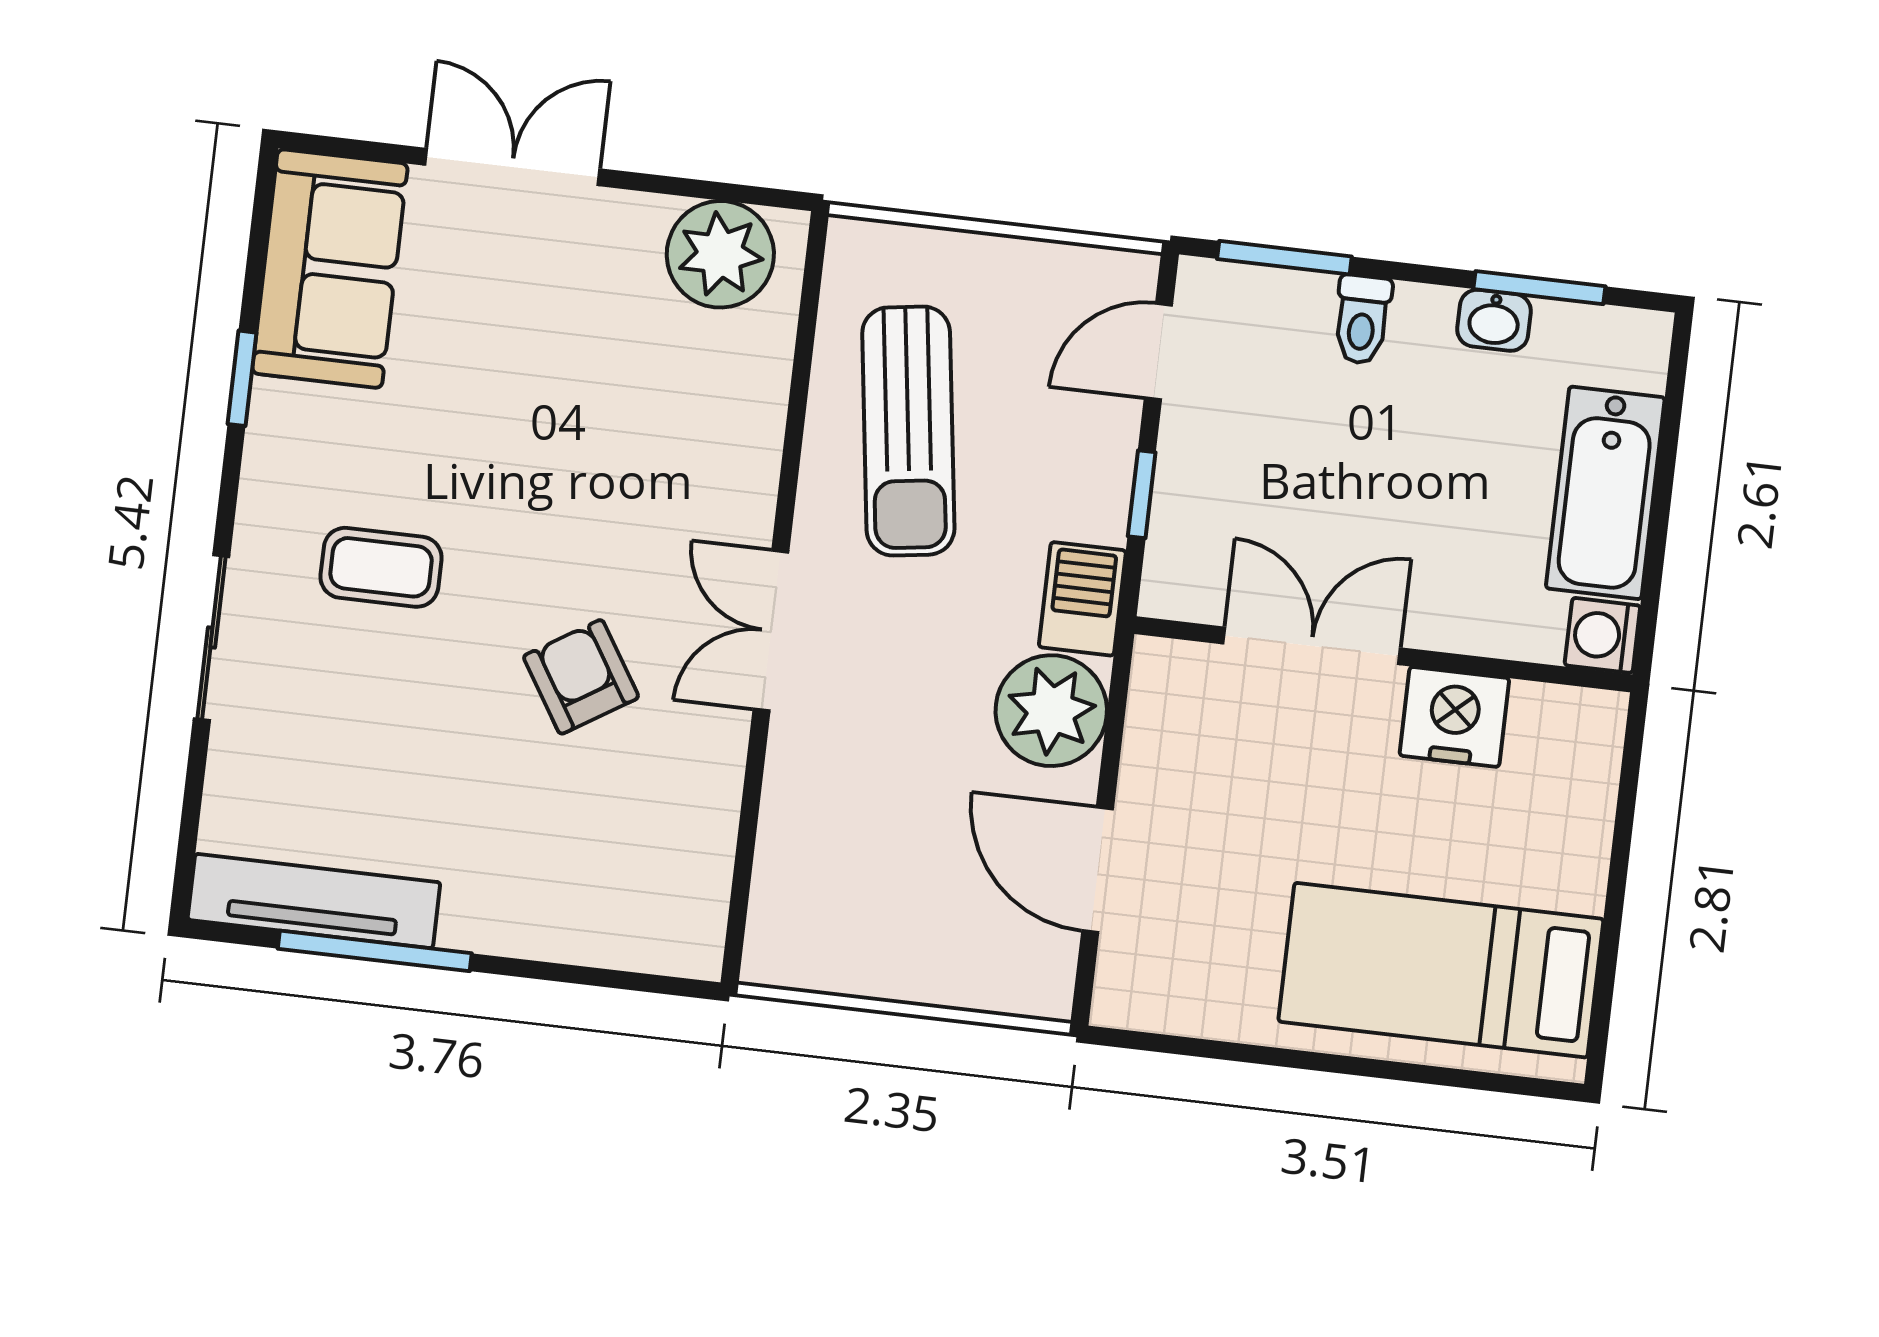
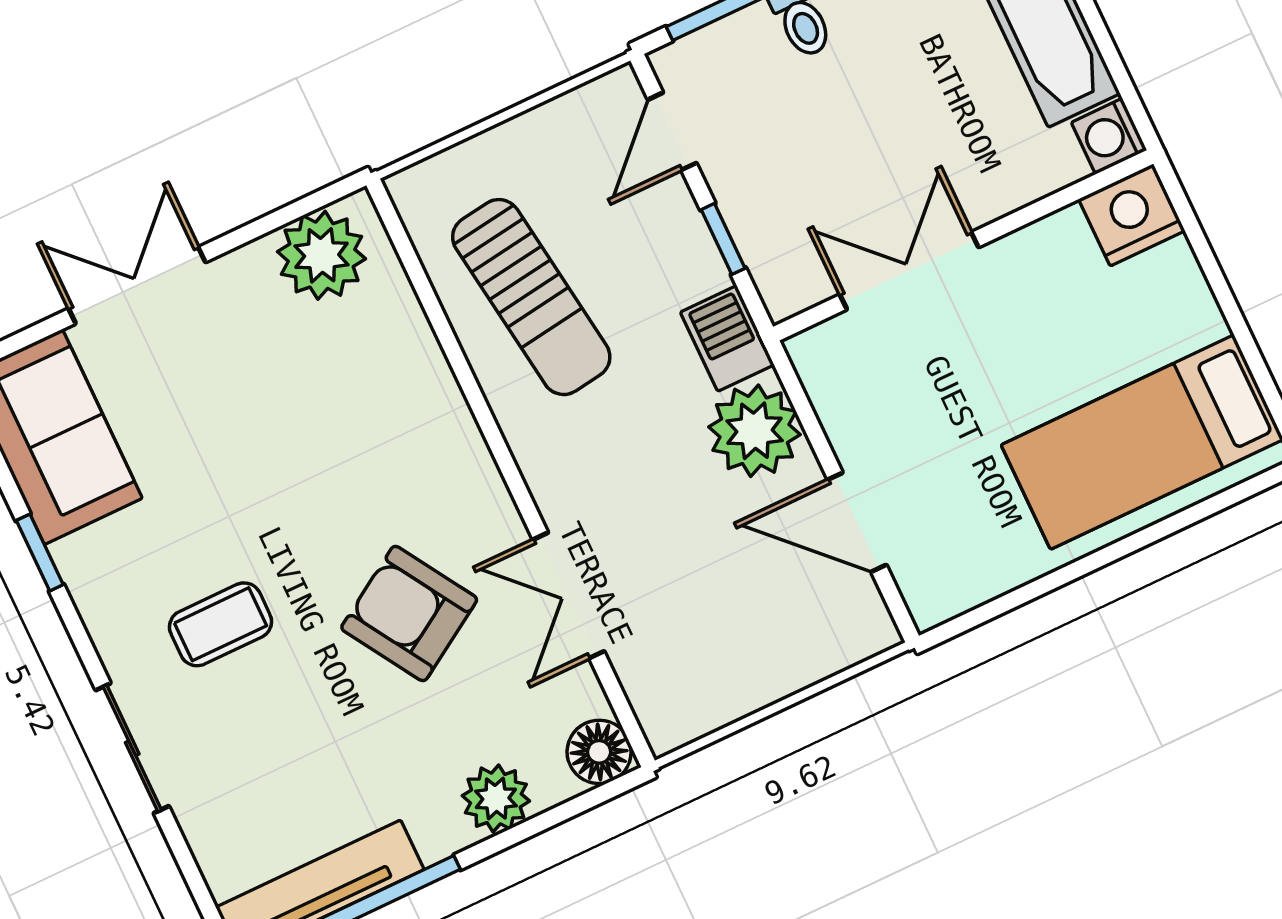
double door: (771, 631) -> (569, 595), moved
armchair: (581, 677) -> (409, 614), width x1.38, depth x1.38
nightstand: (1454, 717) -> (1132, 215), moved
plant: (551, 922) -> (496, 798), added
floor lamp: (687, 940) -> (599, 752), added

